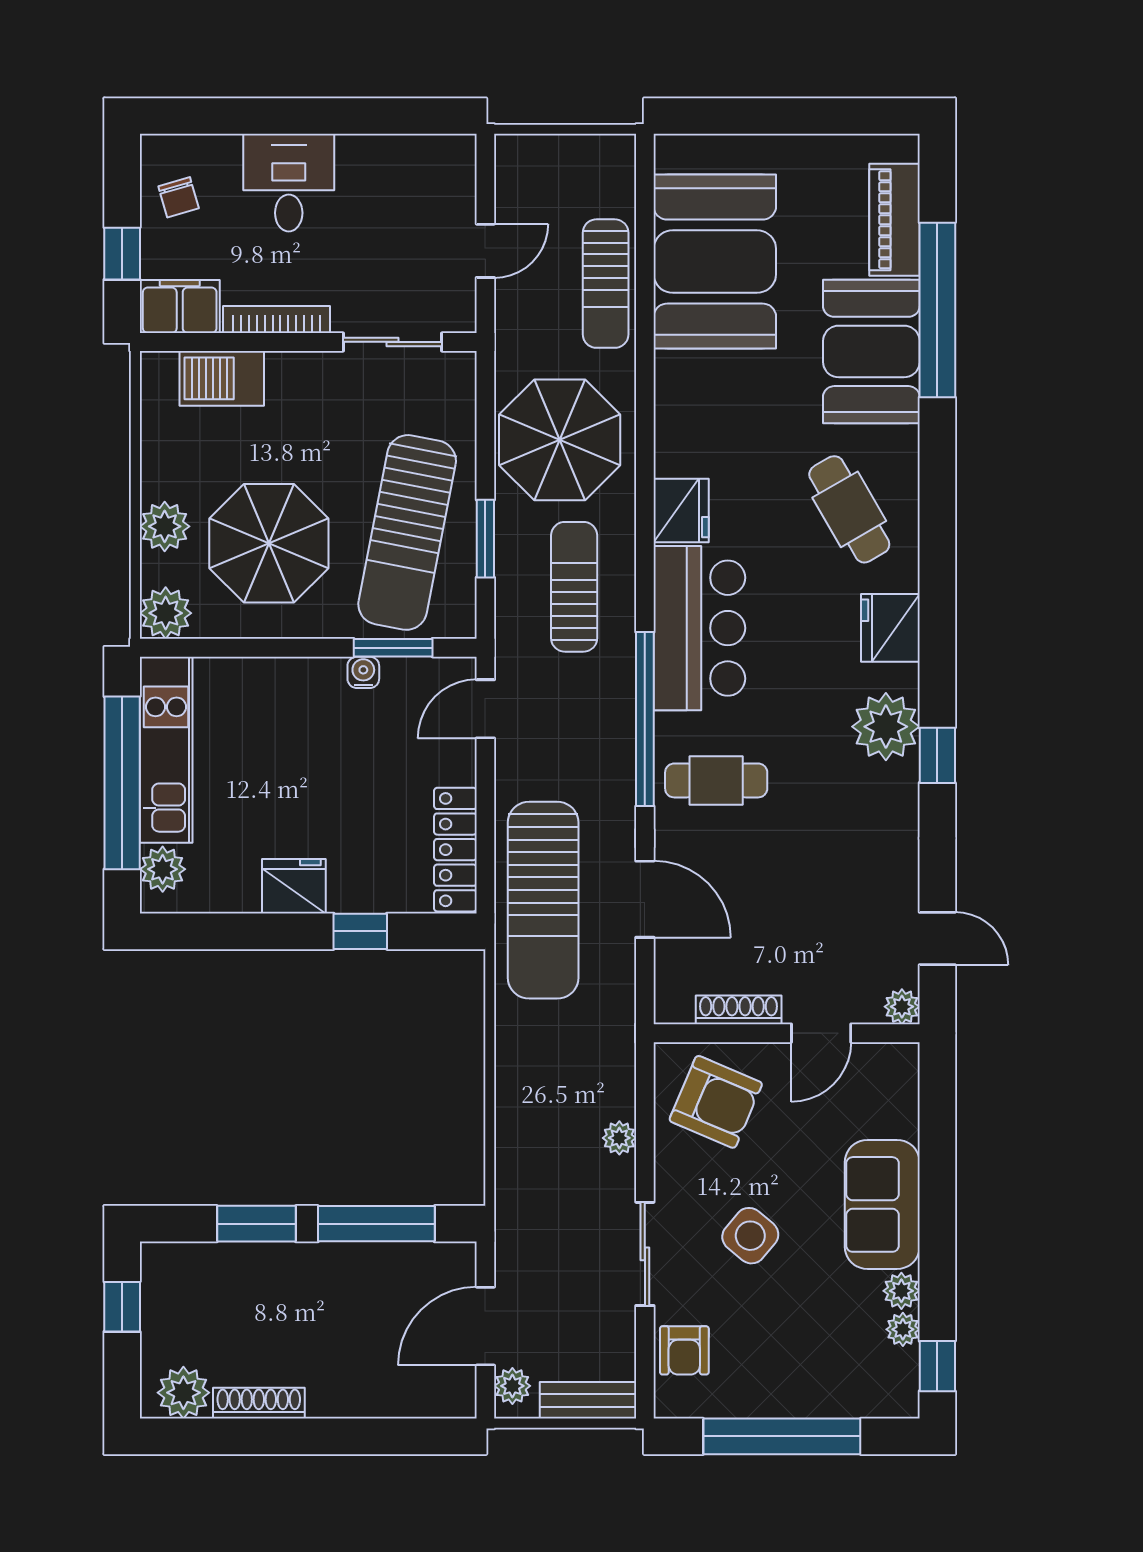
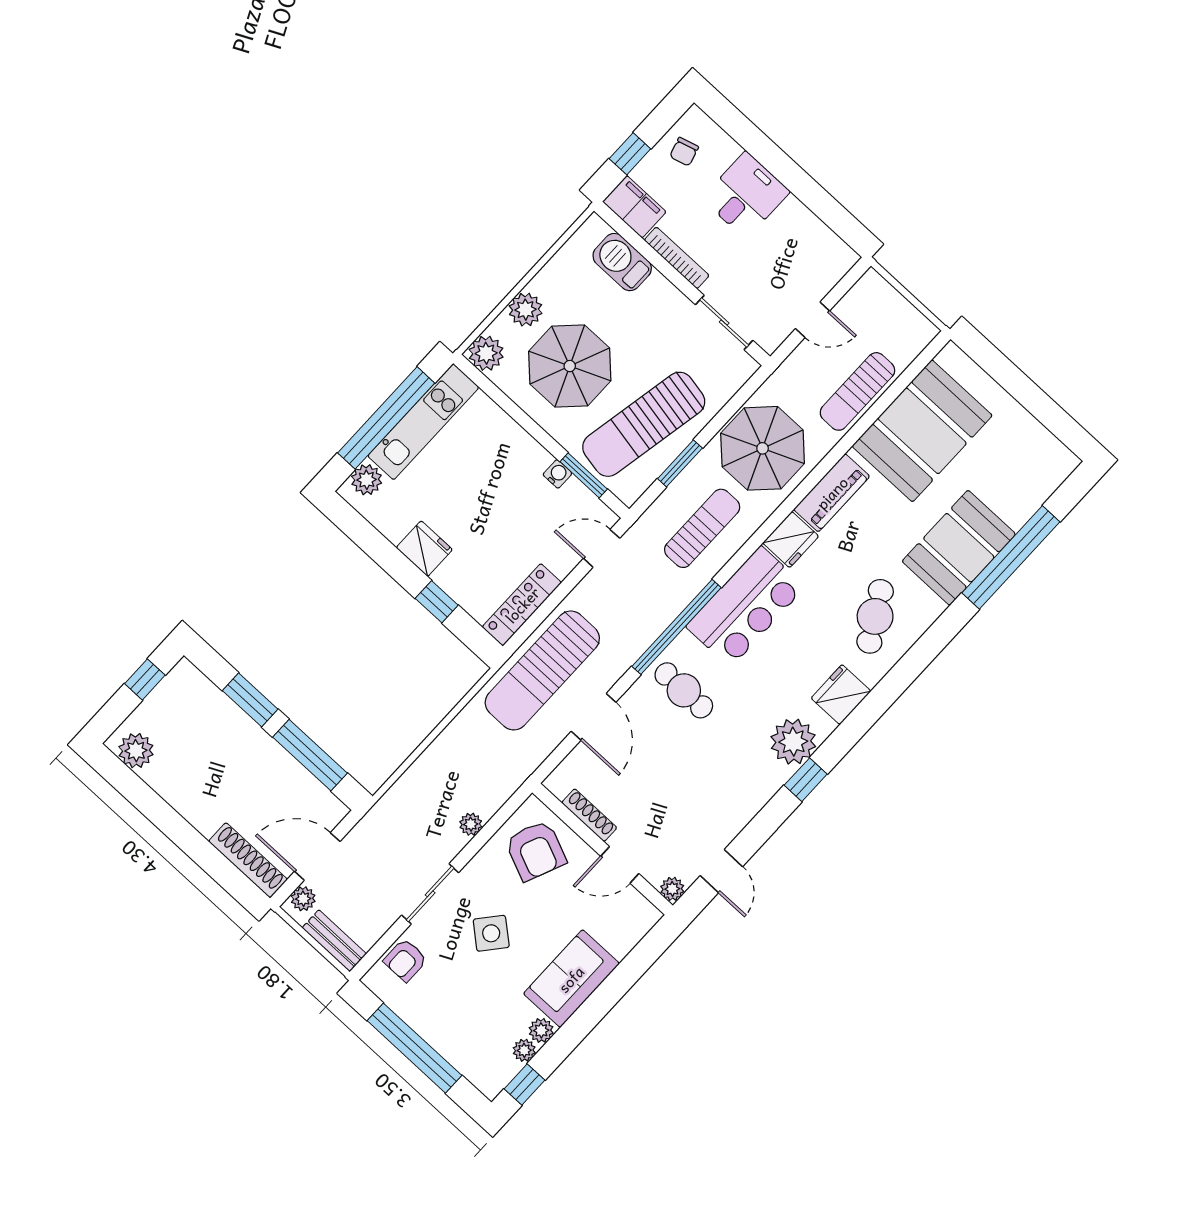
piano: (894, 220) -> (832, 493), moved, turned 180
shoe rack: (259, 1403) -> (248, 860), moved, width x1.36, depth x1.24

